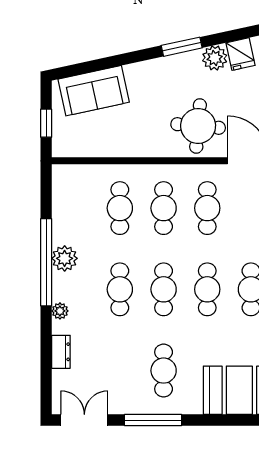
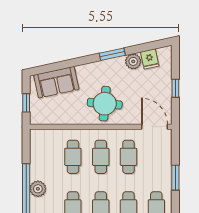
round table: (198, 126) -> (105, 104), moved

